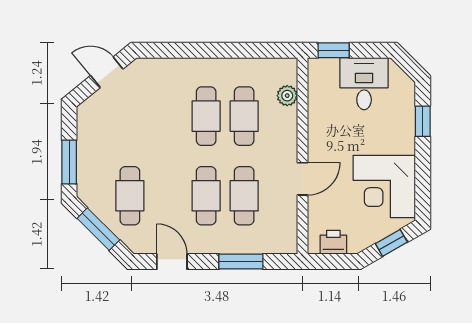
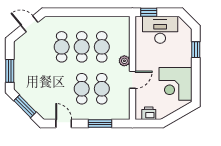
desk: (364, 84) -> (160, 30), width x1.37
plant: (287, 96) -> (124, 61), moved
cafe table: (130, 196) -> (62, 47), moved
window: (391, 243) -> (179, 114), removed

